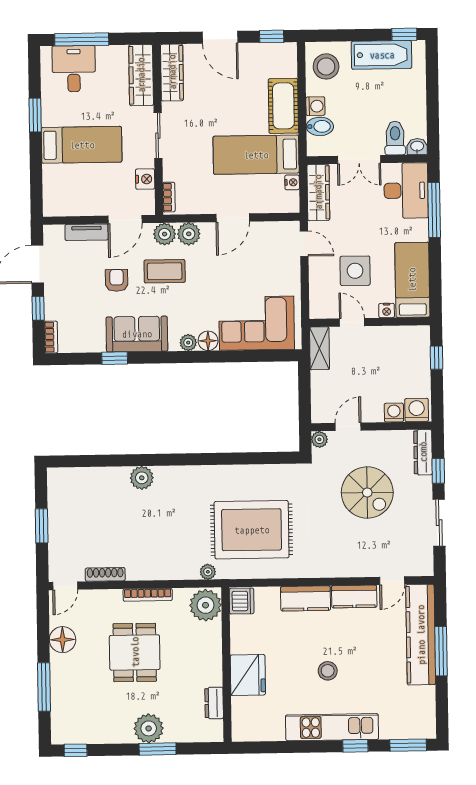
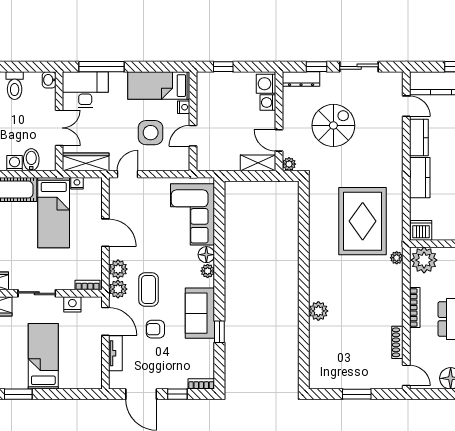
toilet: (395, 138) -> (15, 86), moved, turned -90
shelving: (319, 348) -> (258, 163), moved

